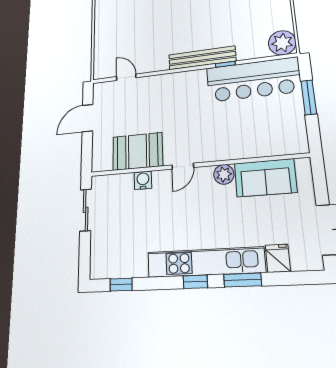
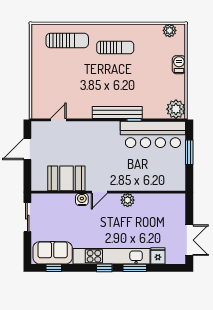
door: (126, 77) -> (58, 120), hinge flipped
sofa: (265, 178) -> (53, 253), moved, turned 180
water cooler: (143, 180) -> (82, 199), moved

